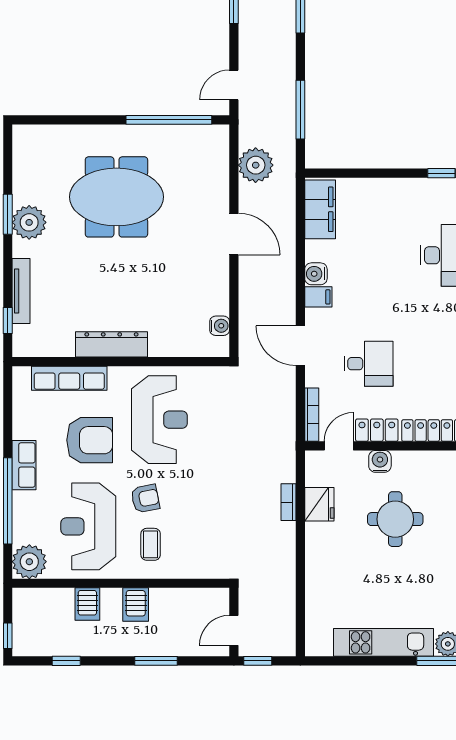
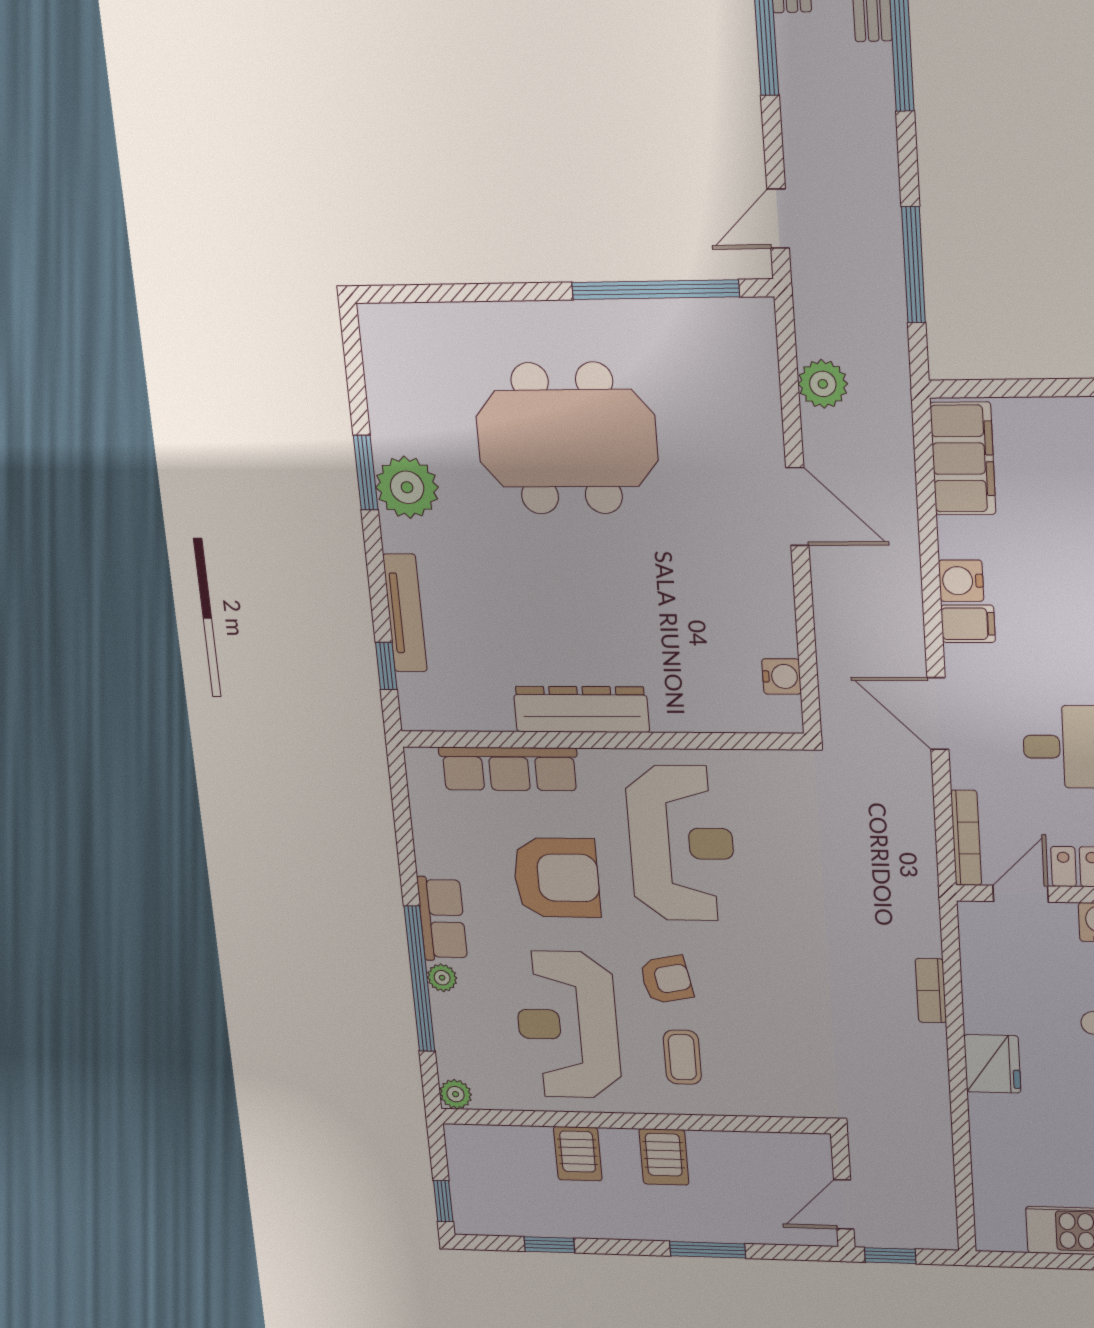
plant: (256, 165) -> (823, 384), width x0.73, depth x0.73
plant: (21, 500) -> (442, 978), added
fridge: (319, 504) -> (992, 1064), moved
plant: (29, 562) -> (456, 1094), width x0.53, depth x0.53

